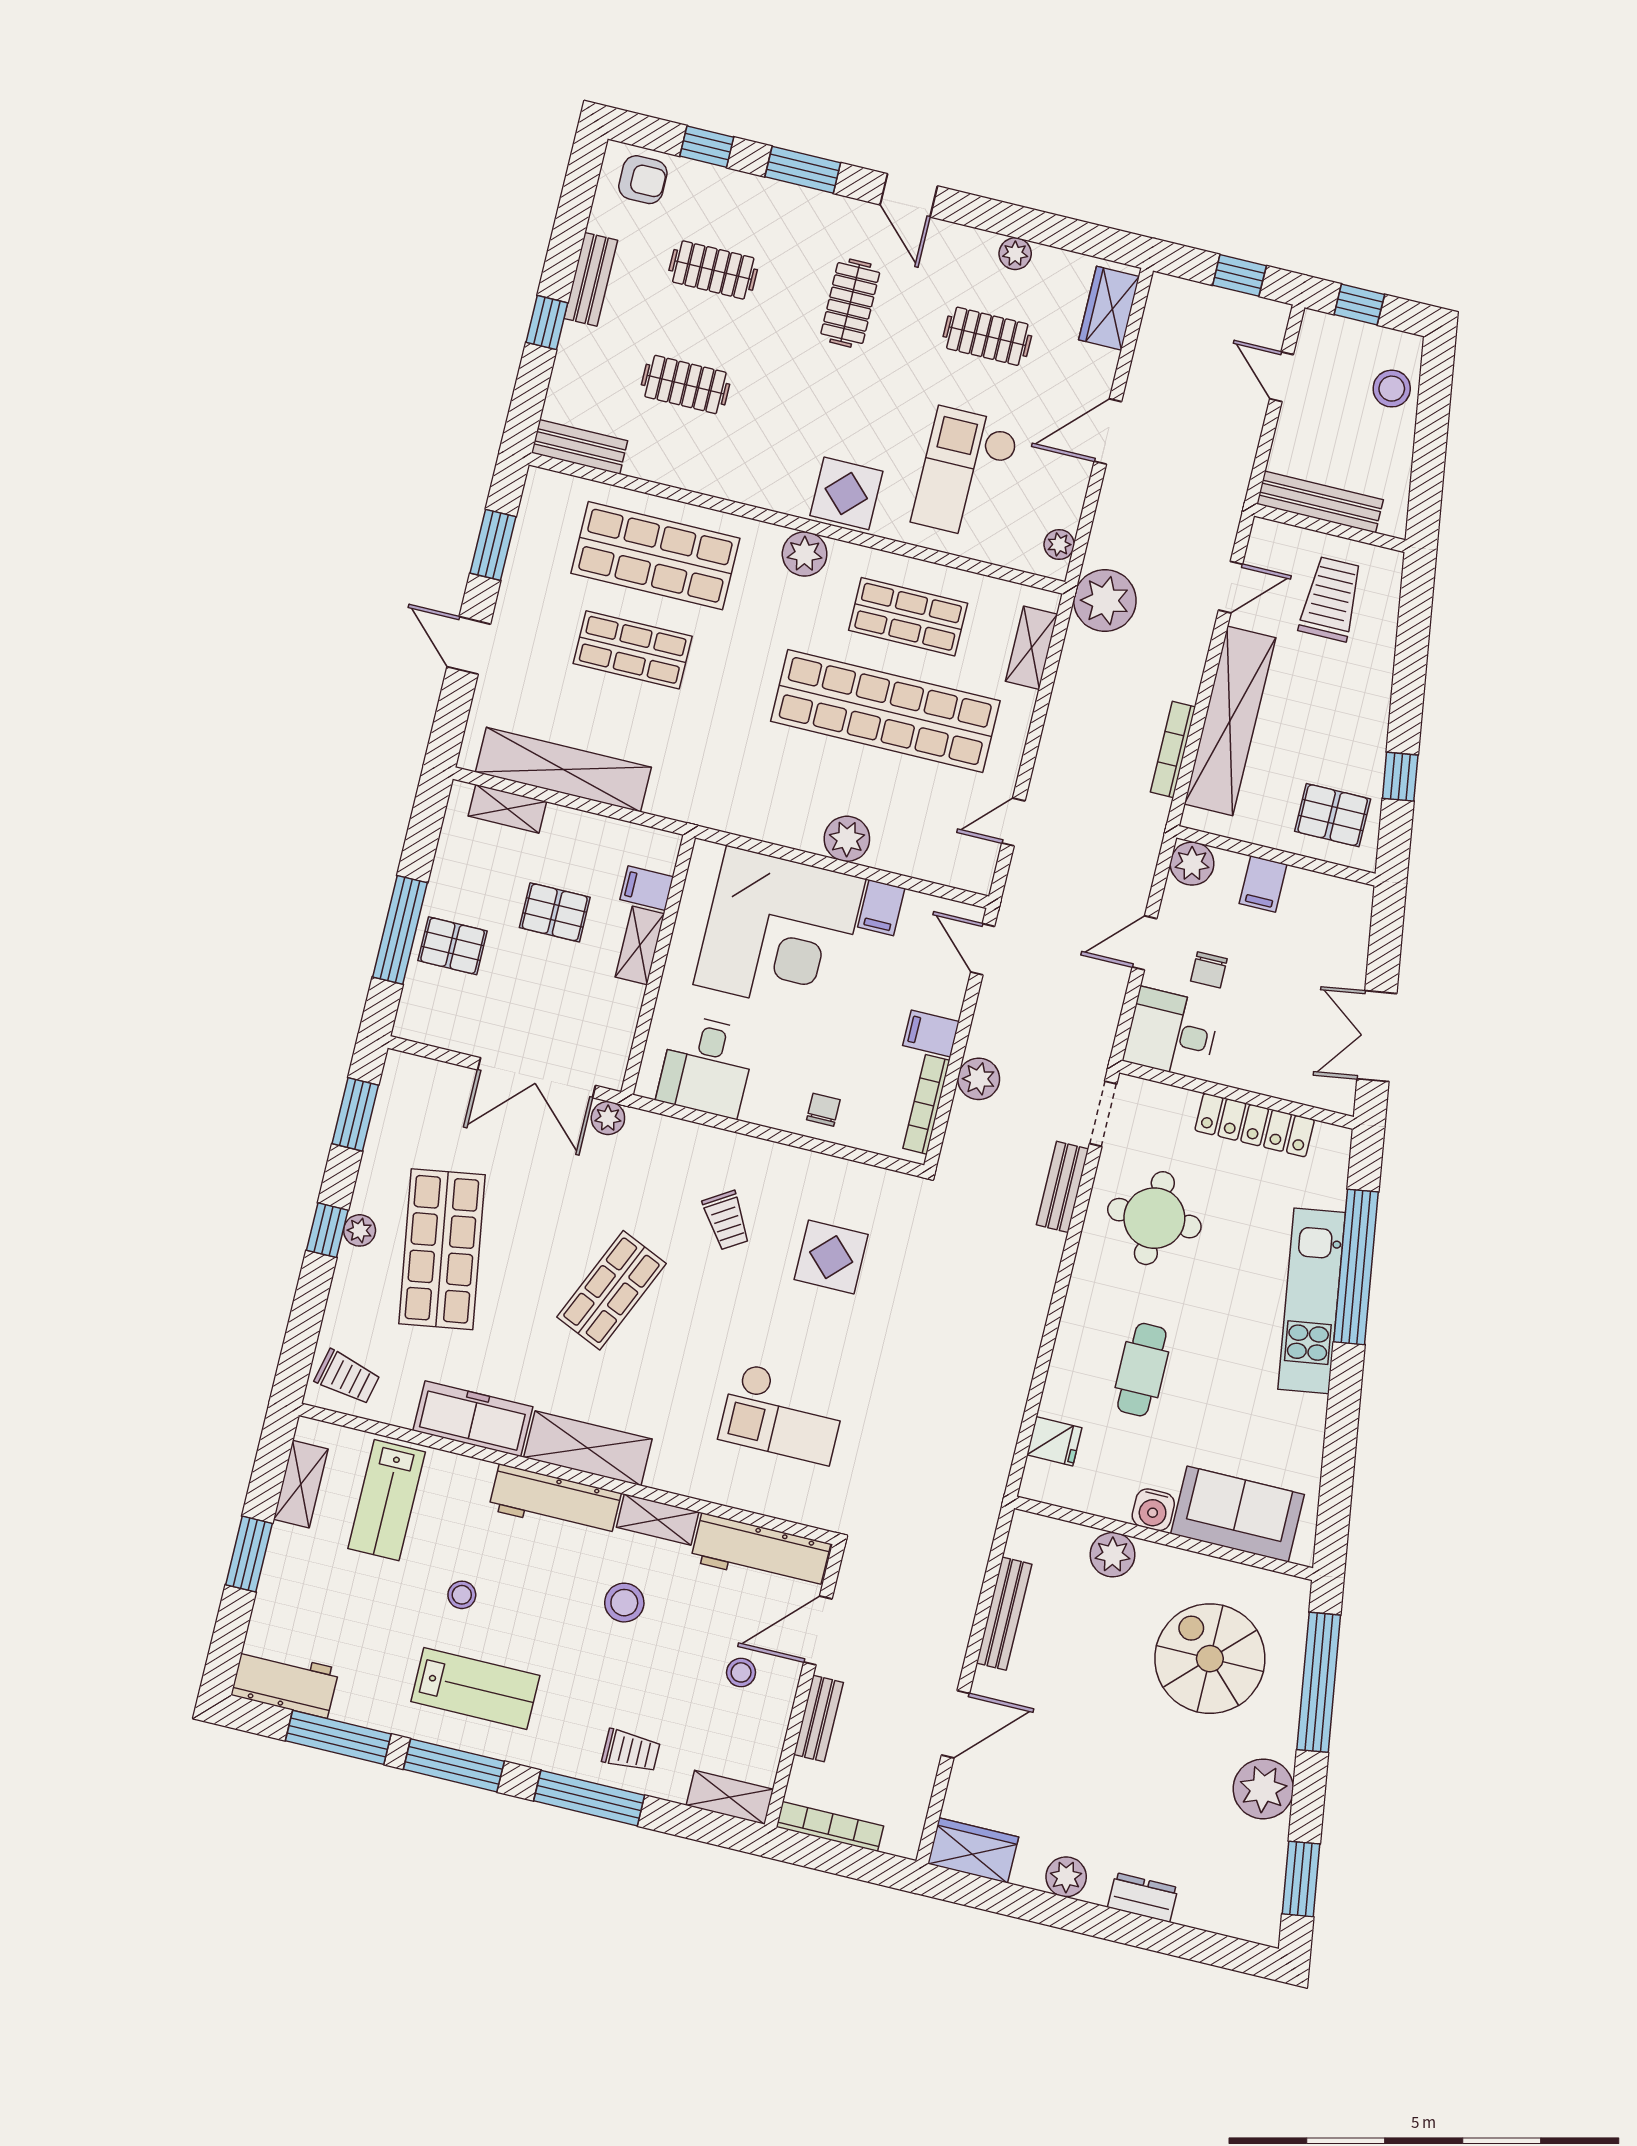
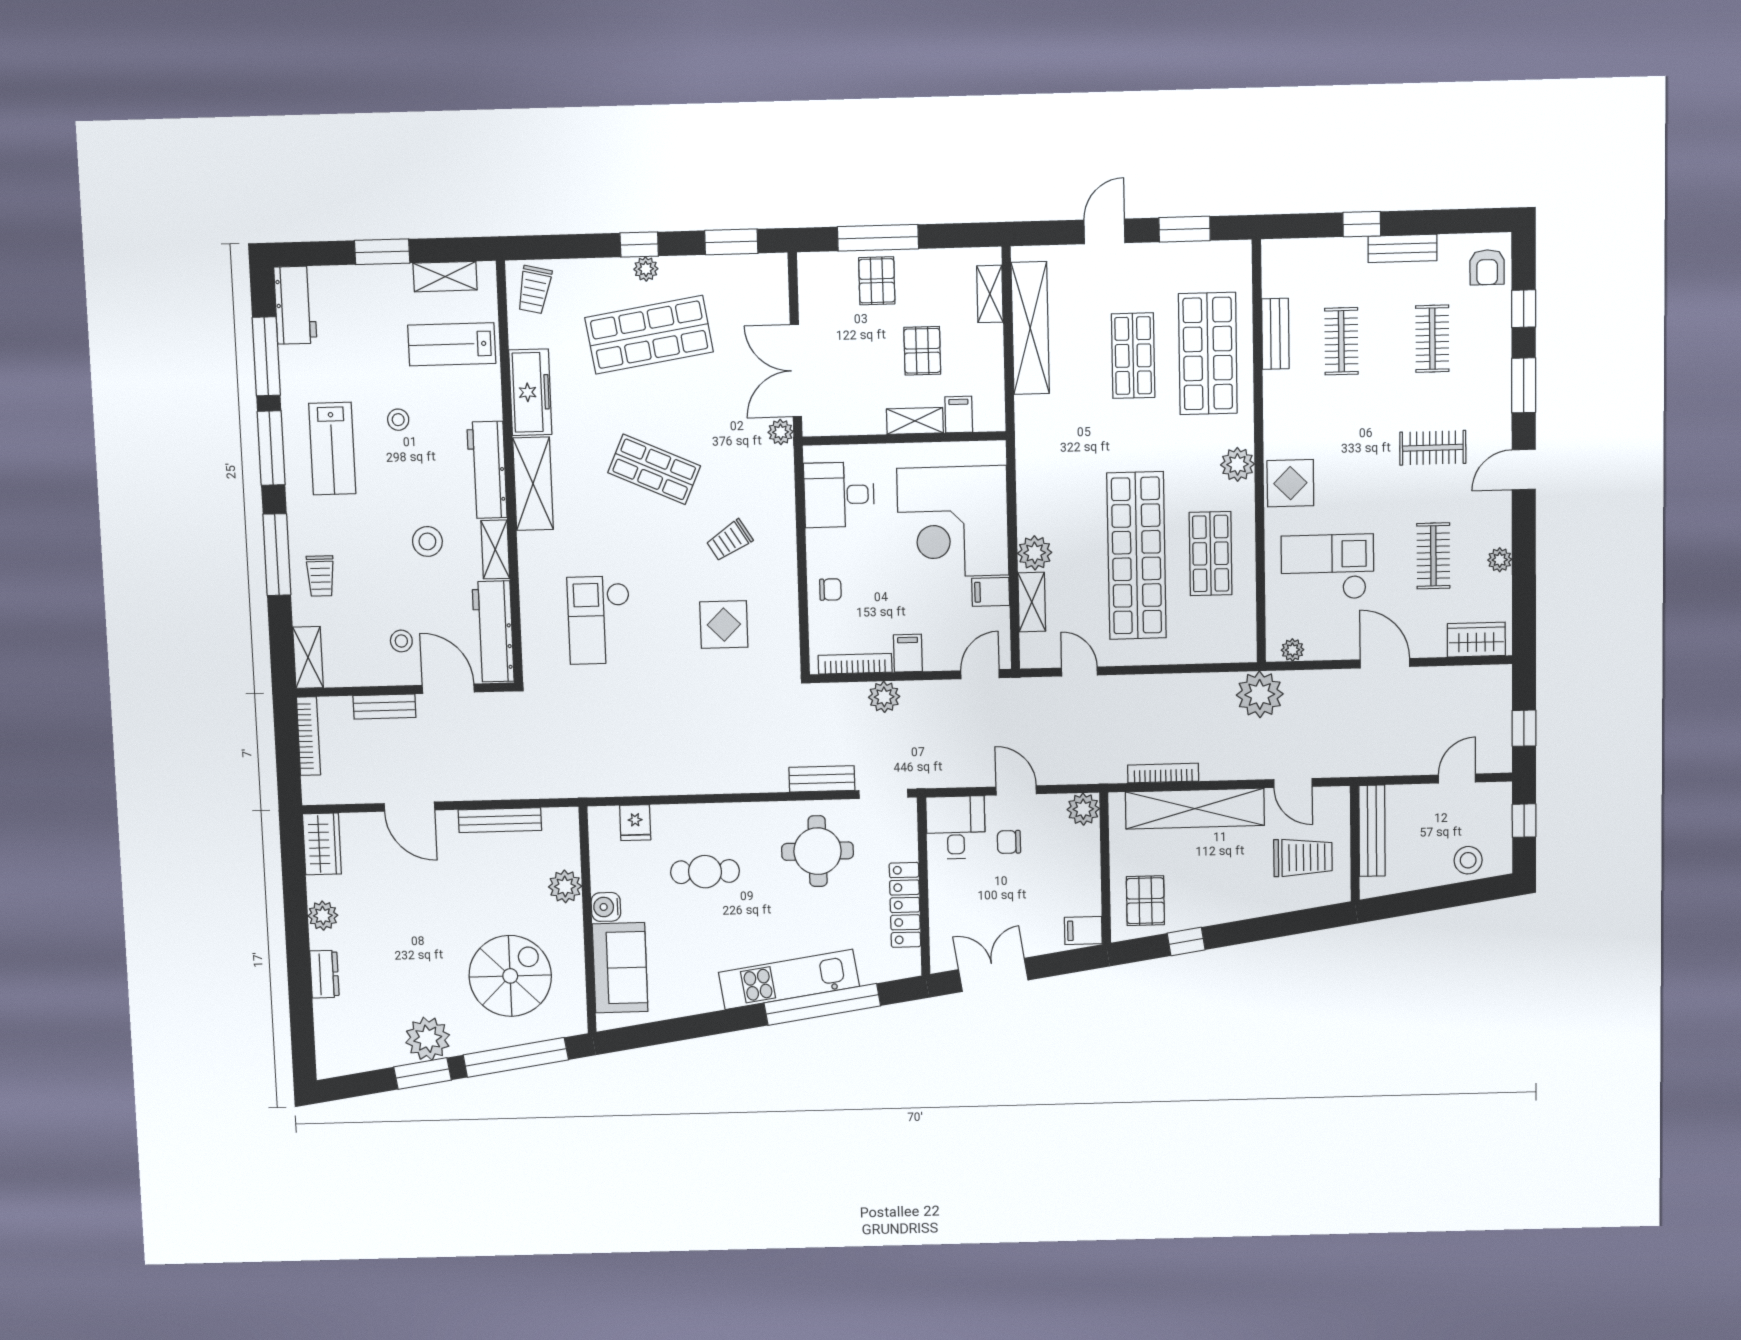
bench: (580, 447) -> (1275, 334), moved
shelving: (1032, 648) -> (1032, 602), moved, turned 90
filing cabinet: (1263, 884) -> (1083, 931), moved
window: (1301, 1879) -> (423, 1074), moved

